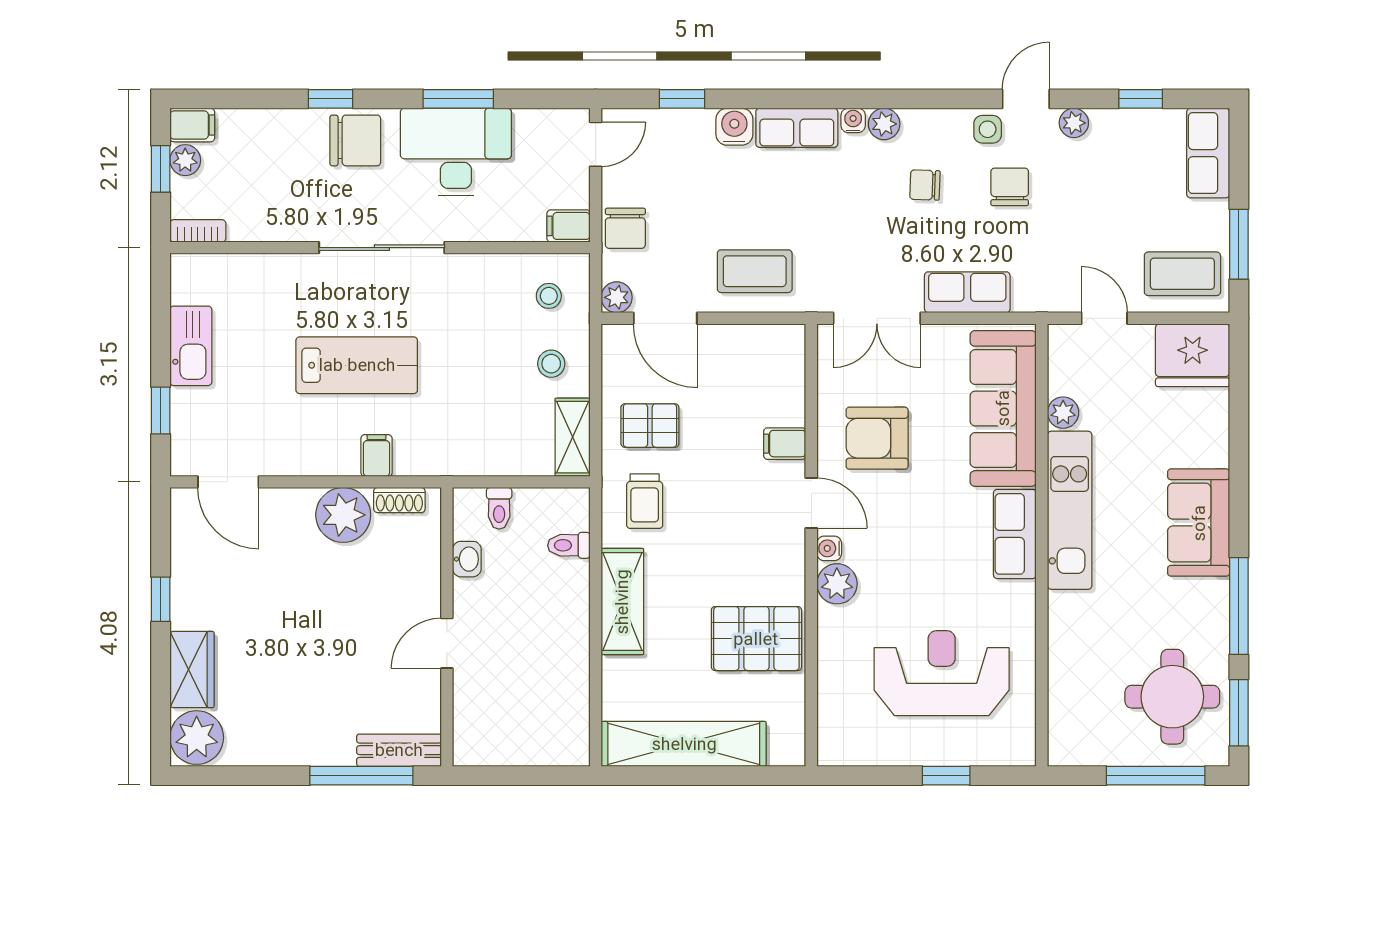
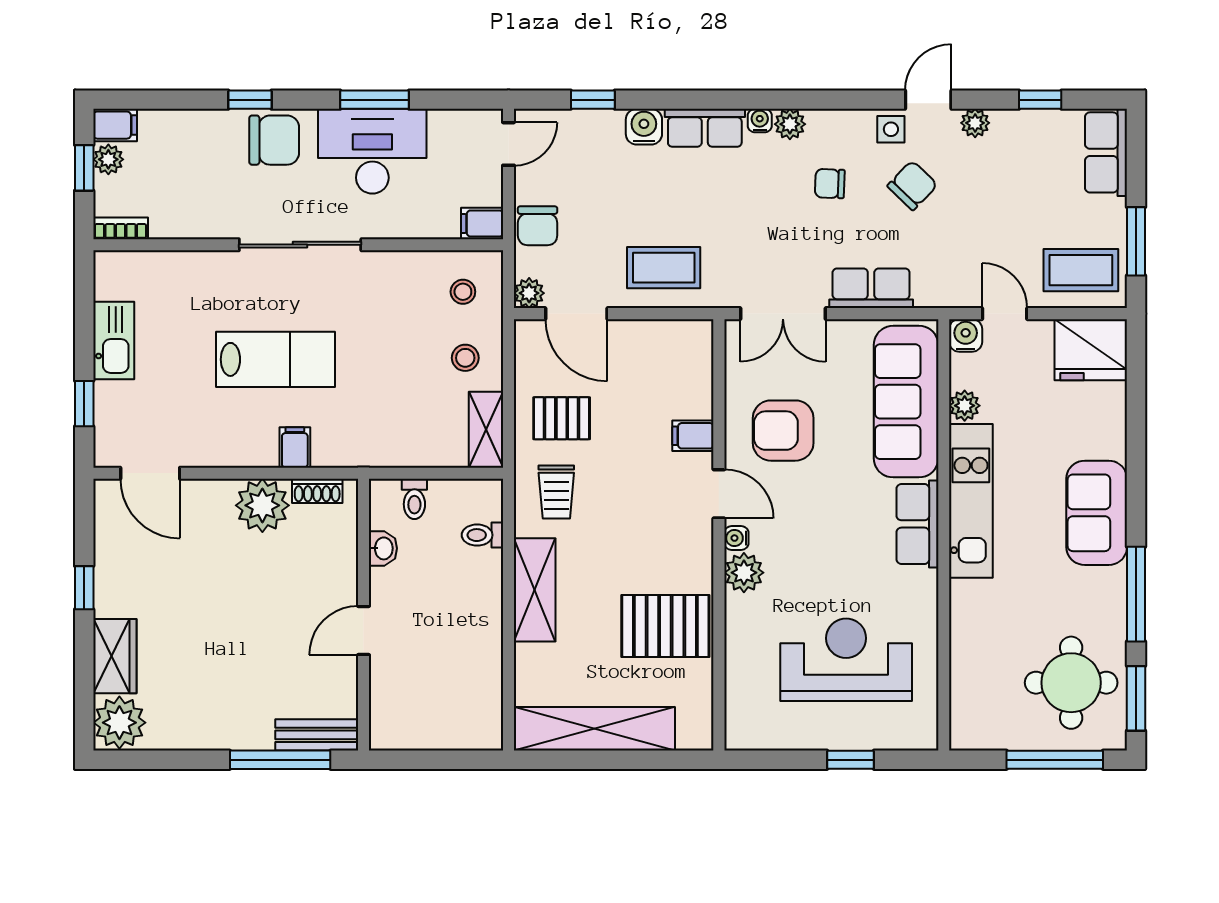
chair: (1010, 187) -> (912, 185), turned 44
water cooler: (1064, 341) -> (966, 335), added

